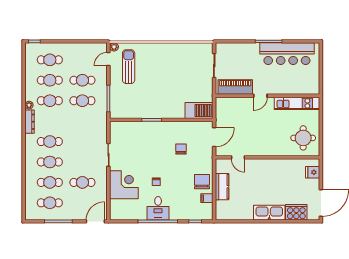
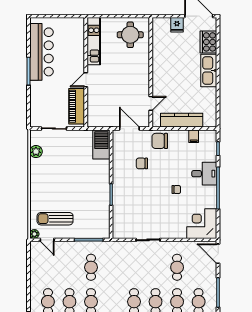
plant: (192, 48) -> (36, 152), added
cafe table: (82, 80) -> (69, 267), removed
door: (260, 96) -> (86, 80), swing flipped
fridge: (313, 172) -> (177, 25), moved
chair: (202, 182) -> (160, 141), moved
corner desk: (124, 185) -> (202, 224), moved
kitchen counter: (222, 187) -> (182, 120), width x1.50
desk: (158, 208) -> (204, 174), moved

